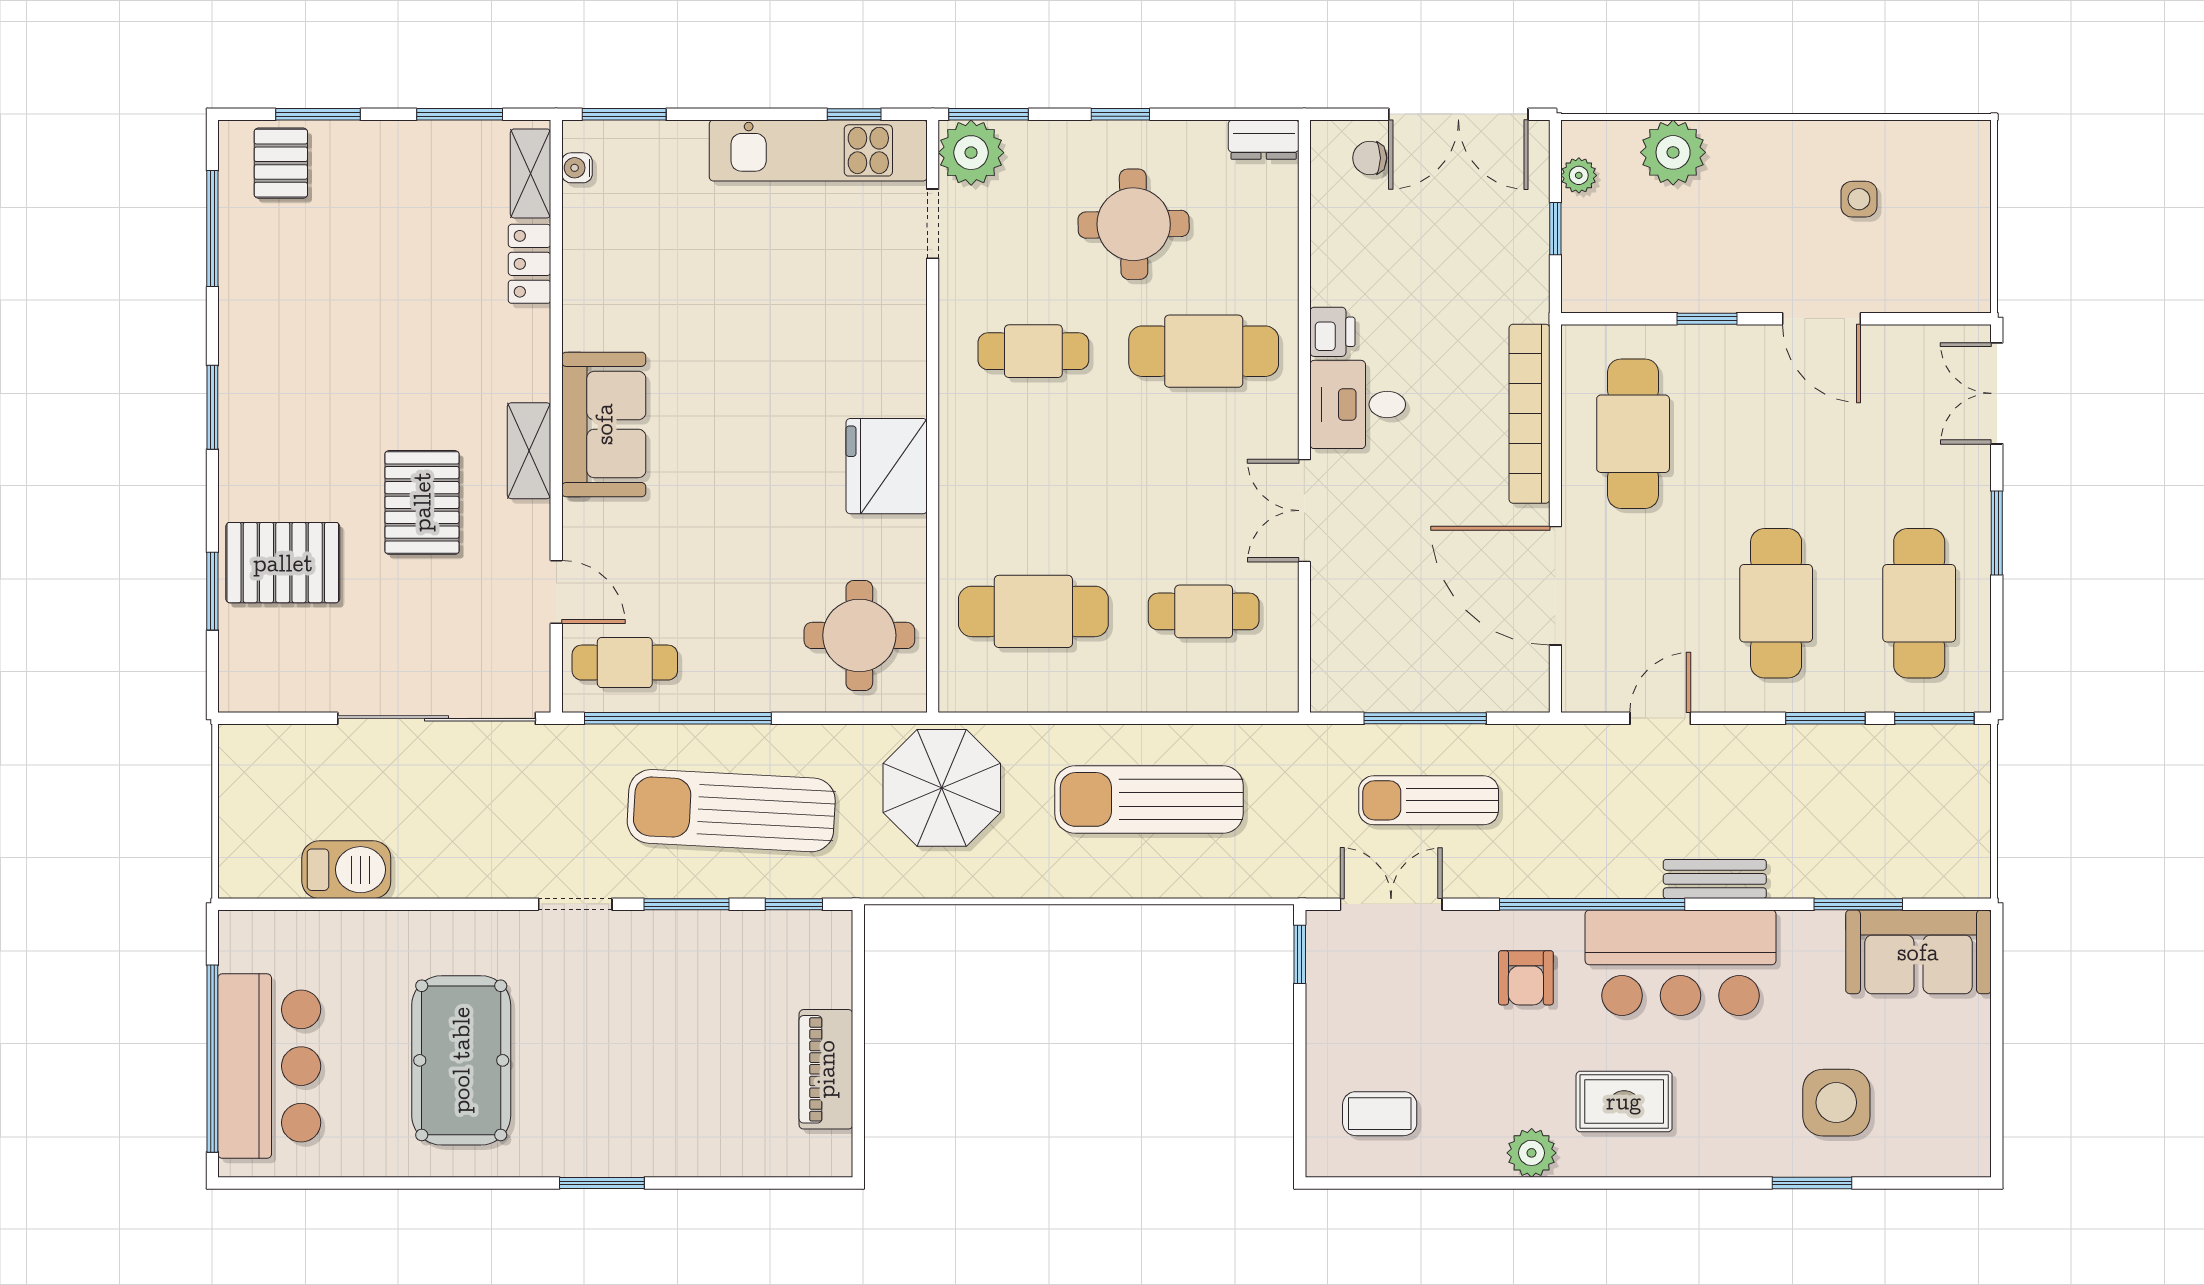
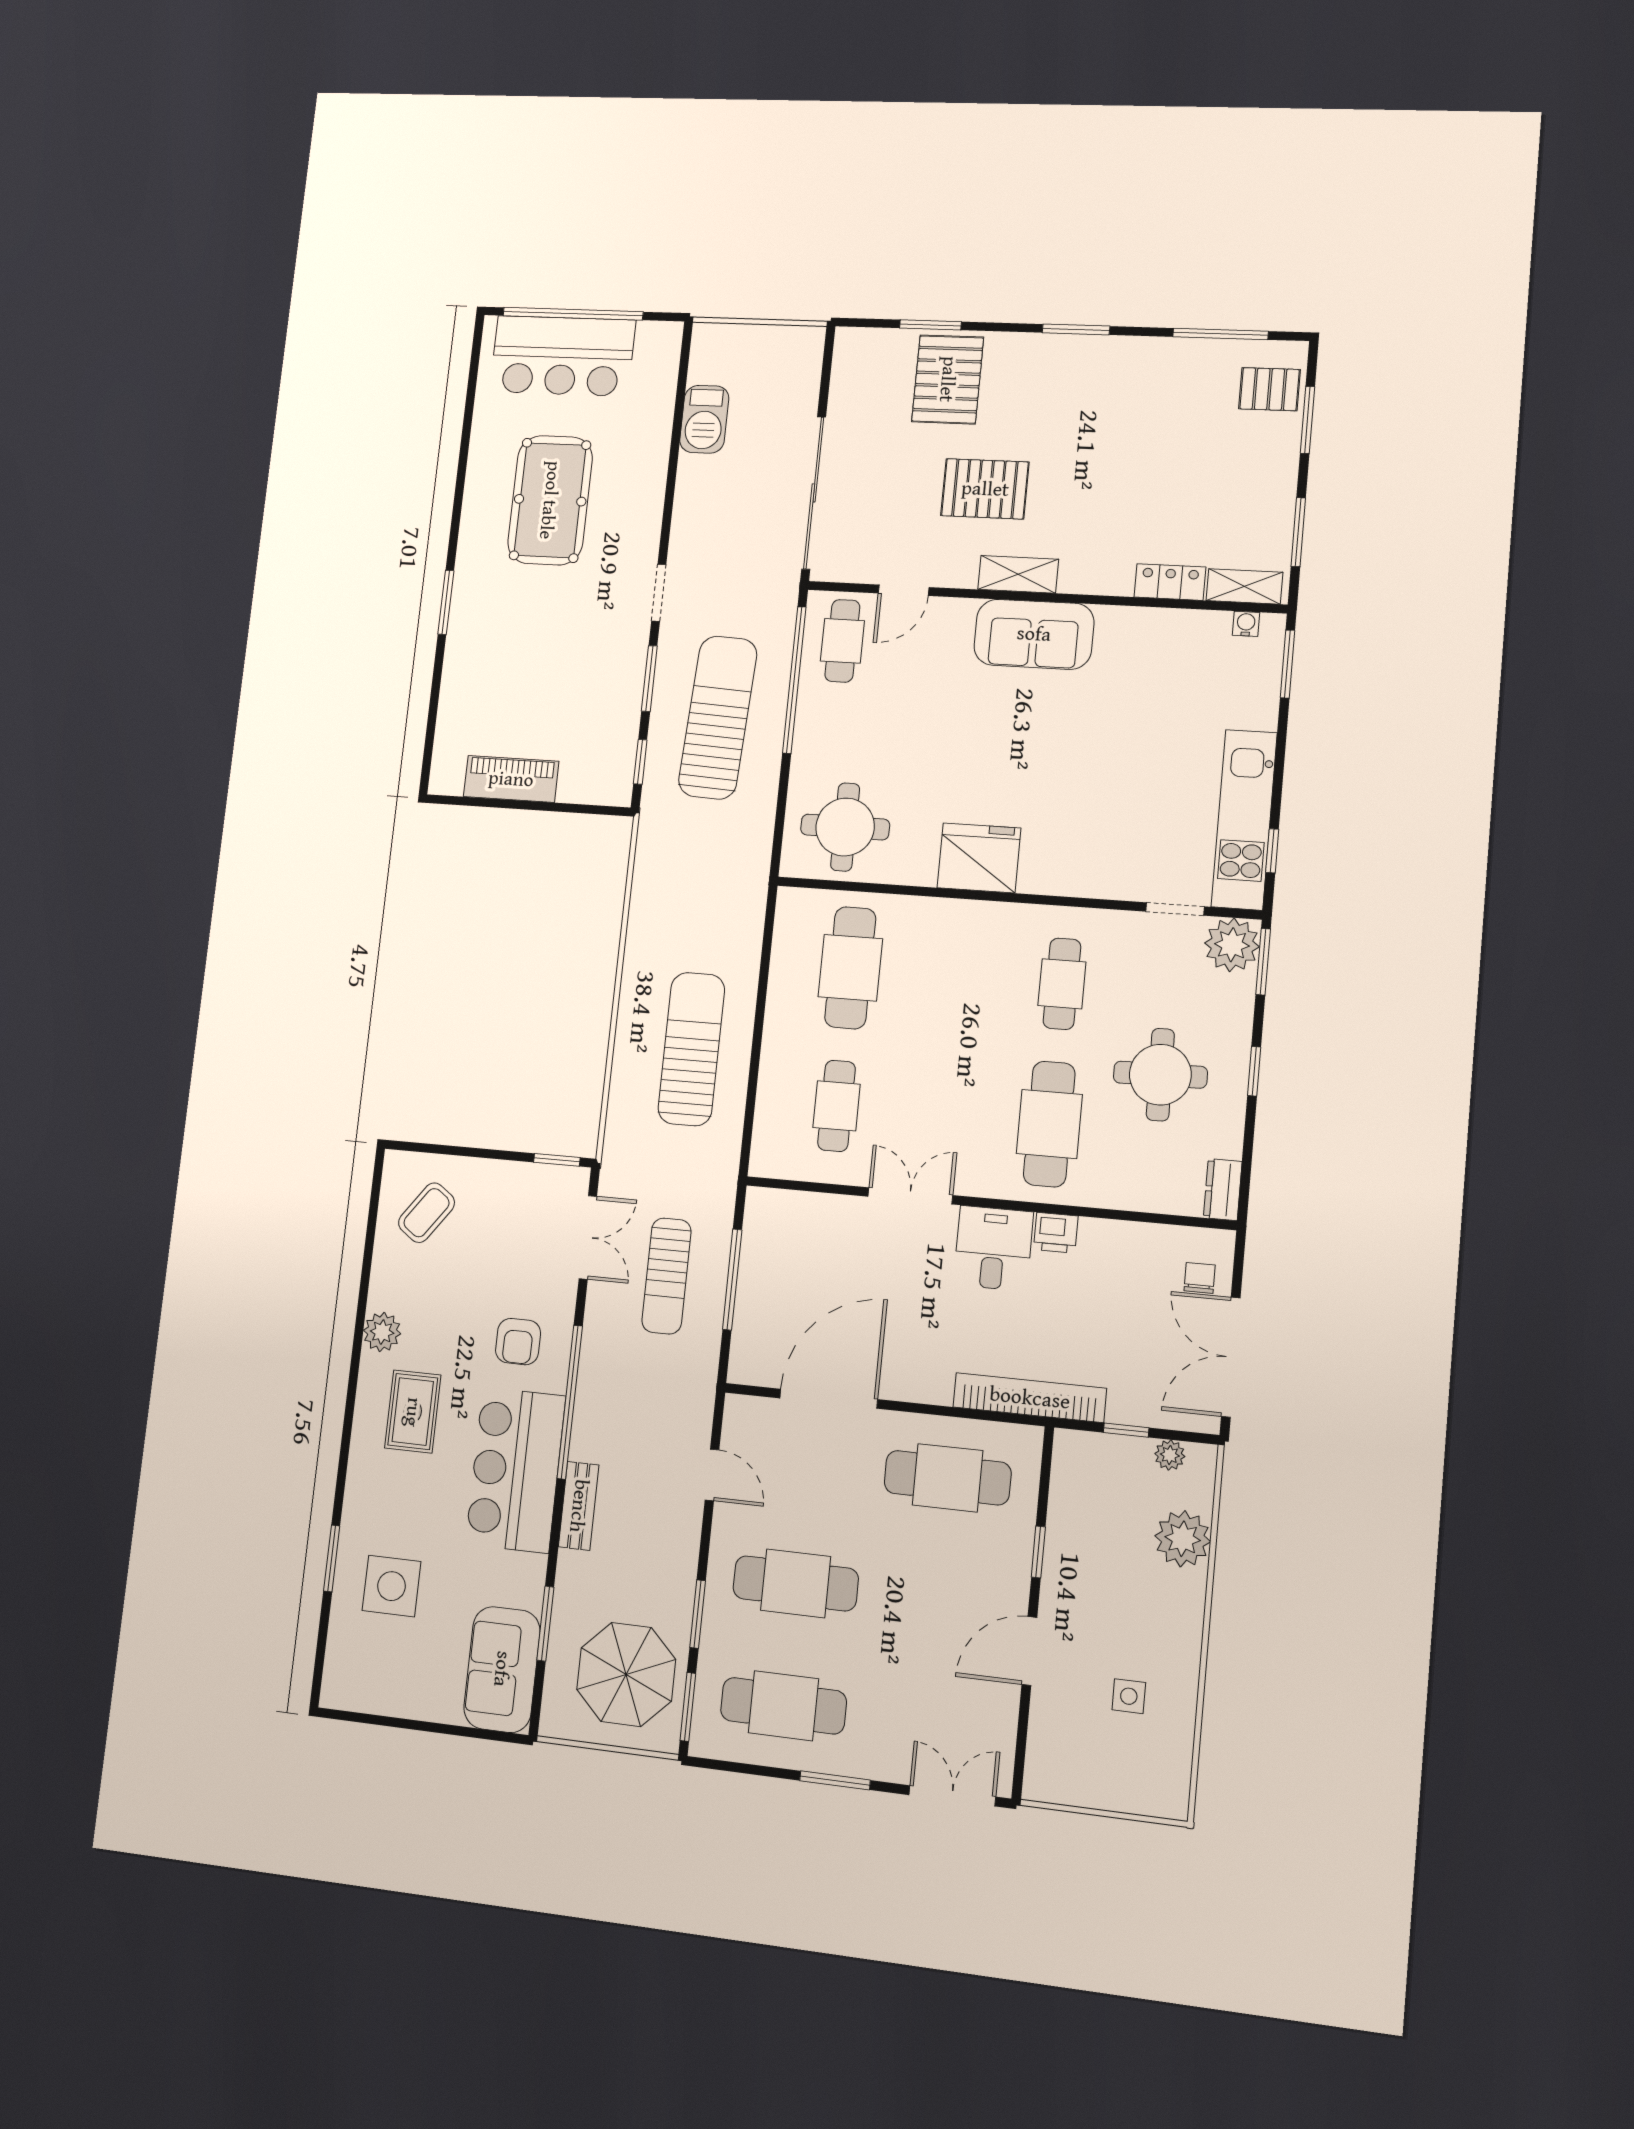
bookcase: (1529, 414) -> (1030, 1398), moved
parasol: (942, 788) -> (626, 1674), moved
sun lounger: (1429, 800) -> (666, 1276), turned 180
armchair: (1526, 978) -> (518, 1342), turned -90
pool table: (461, 1060) -> (550, 500), turned 90
coffee table: (1380, 1114) -> (427, 1213), turned 36

